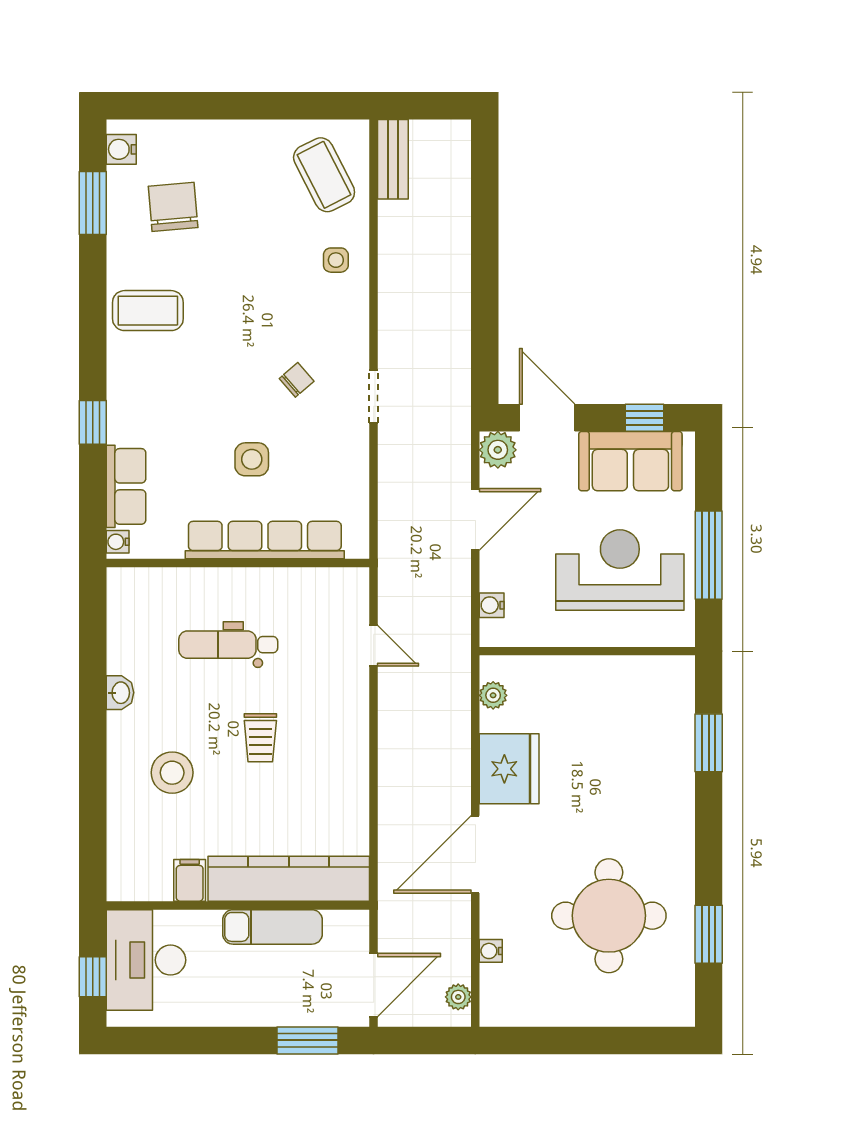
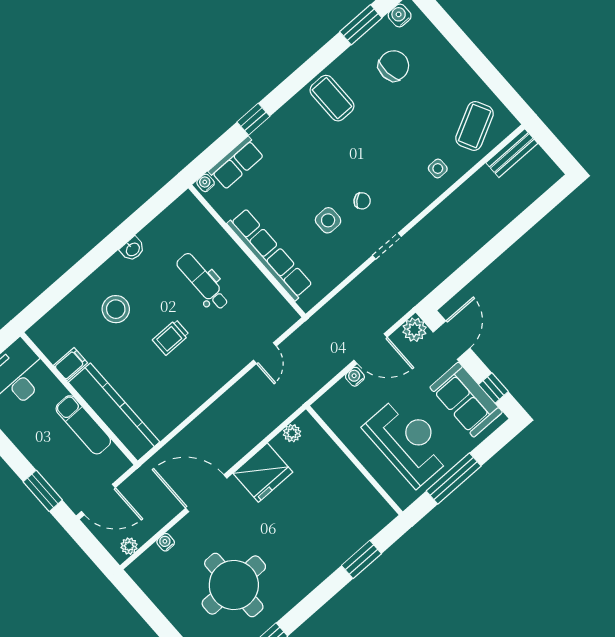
side table: (252, 459) -> (328, 220), moved
water cooler: (492, 605) -> (355, 377), moved

